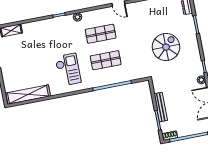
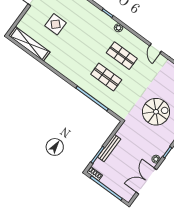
display table: (31, 62) -> (56, 24), added
checkout: (68, 70) -> (74, 56), removed

